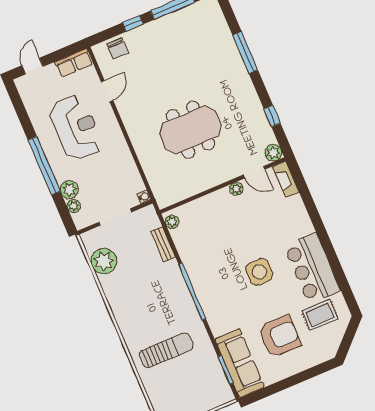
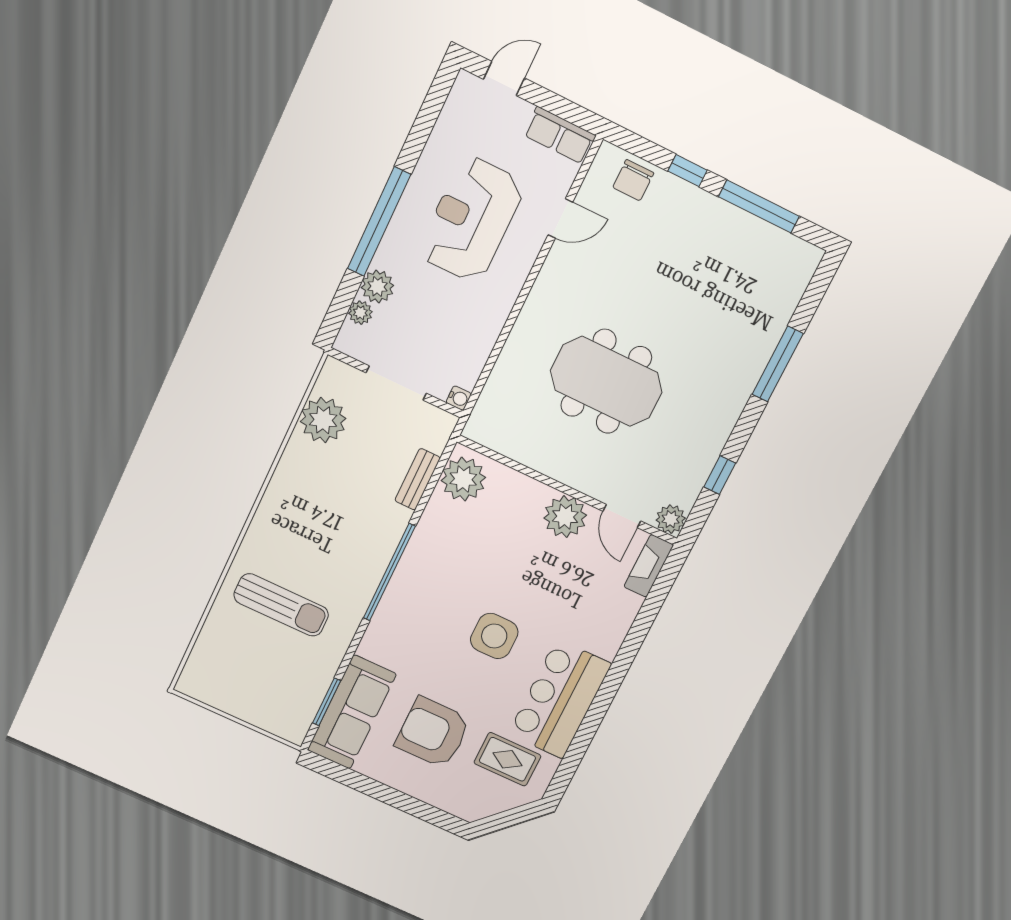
reception desk: (76, 127) -> (471, 219), turned 180
plant: (236, 189) -> (565, 517), width x1.87, depth x1.87
plant: (172, 222) -> (463, 479), width x1.87, depth x1.87
armchair: (279, 336) -> (433, 733), turned 180

